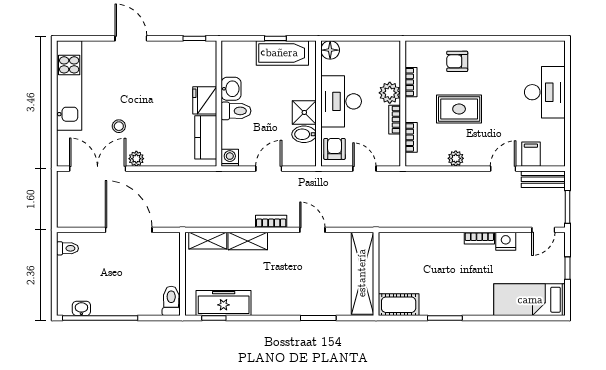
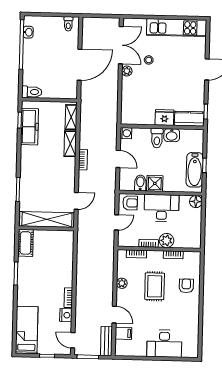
kitchen counter: (206, 137) -> (189, 119), moved
door: (312, 230) -> (76, 201), moved

